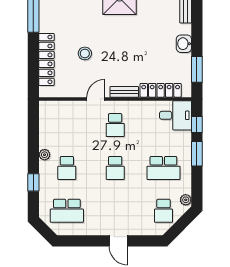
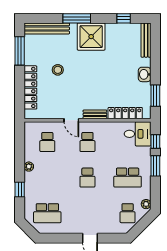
stool: (85, 53) -> (58, 70), moved
door: (96, 99) -> (71, 120), swing flipped
school desk: (67, 168) -> (47, 142), moved

